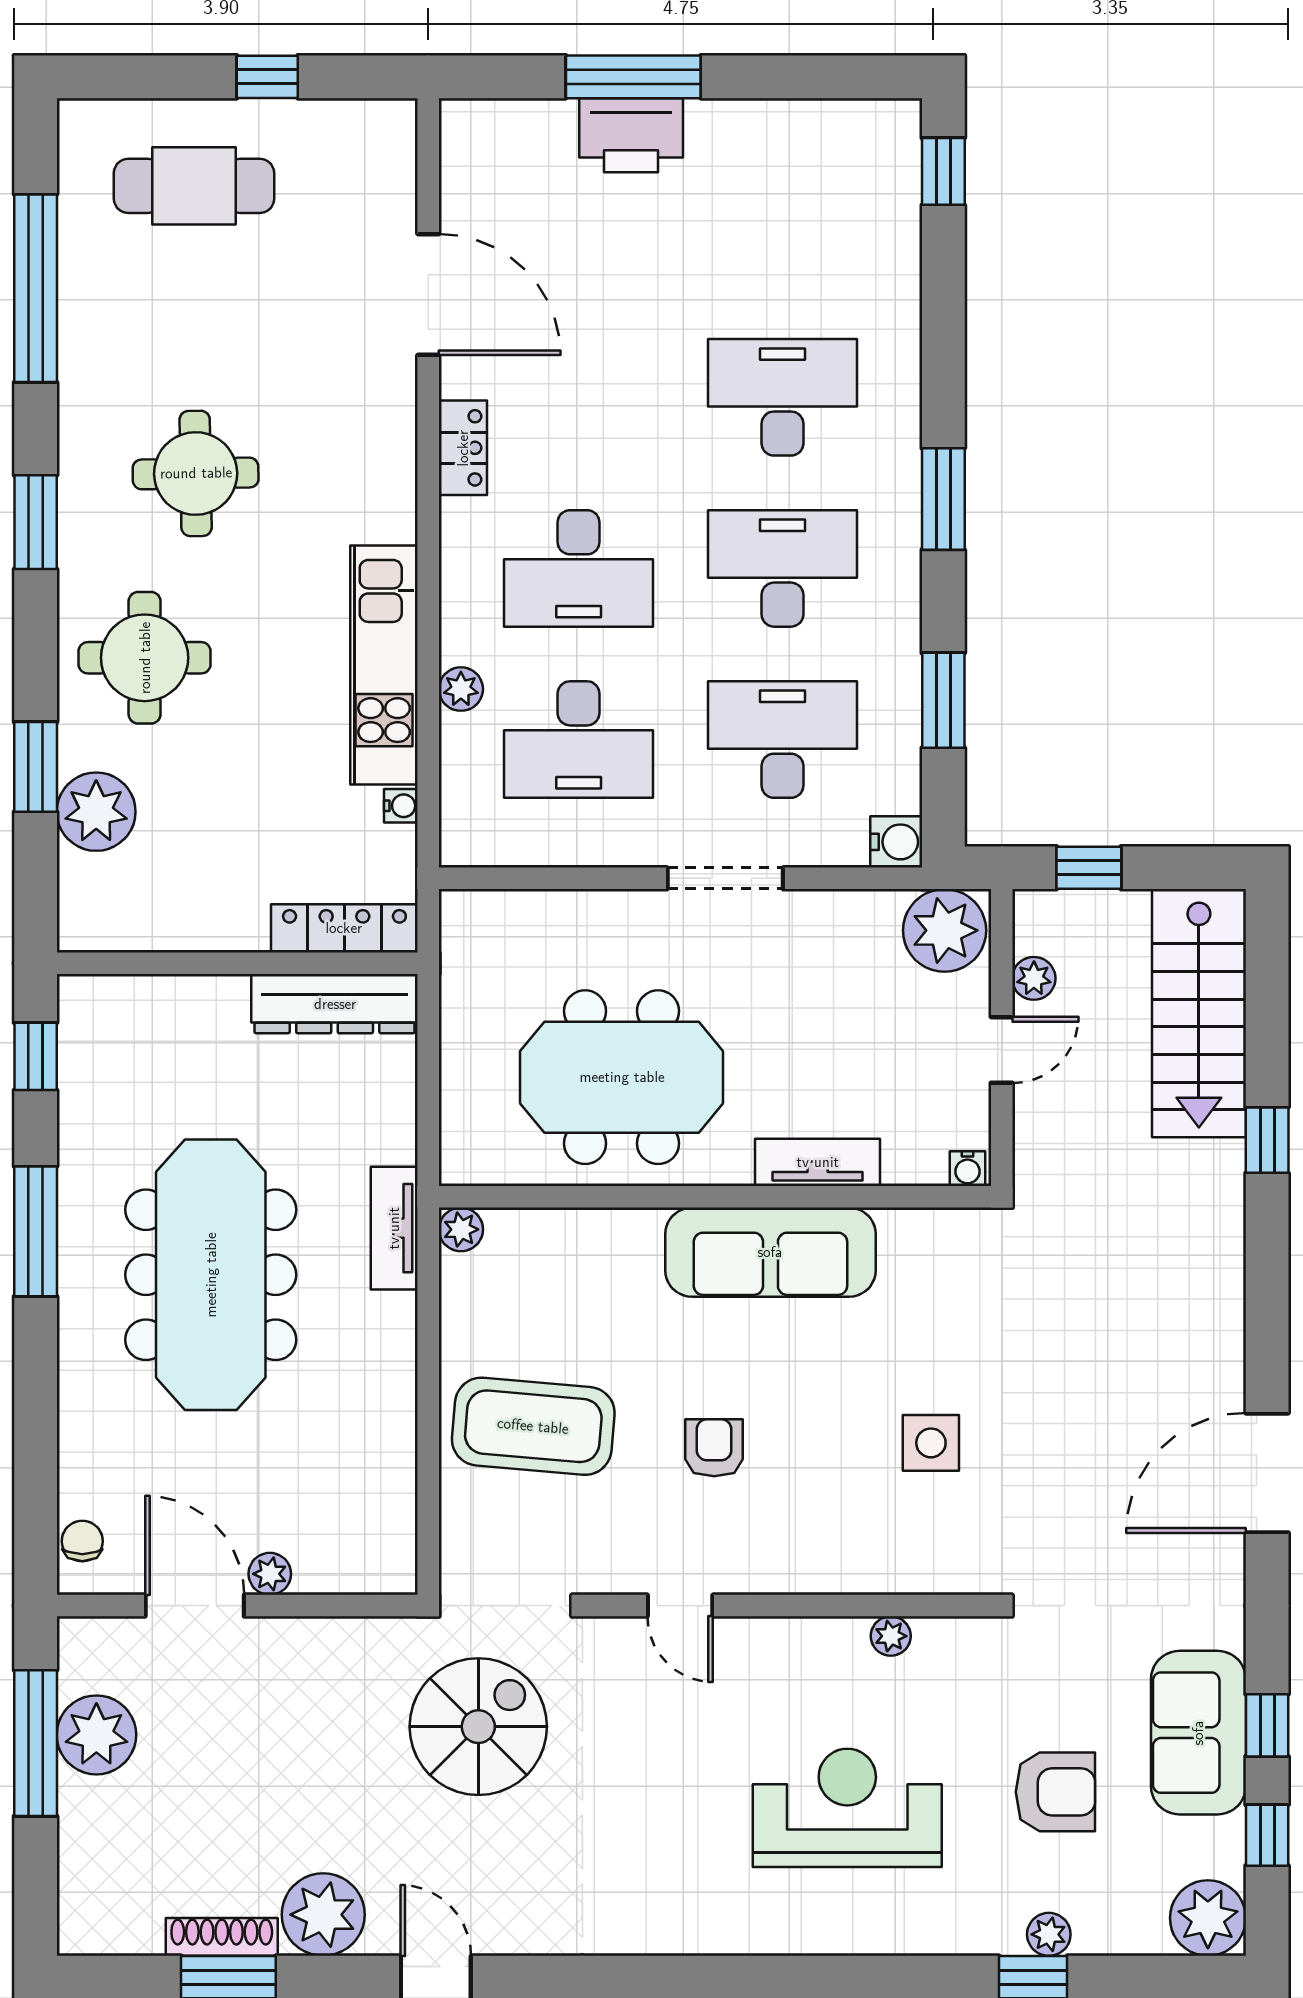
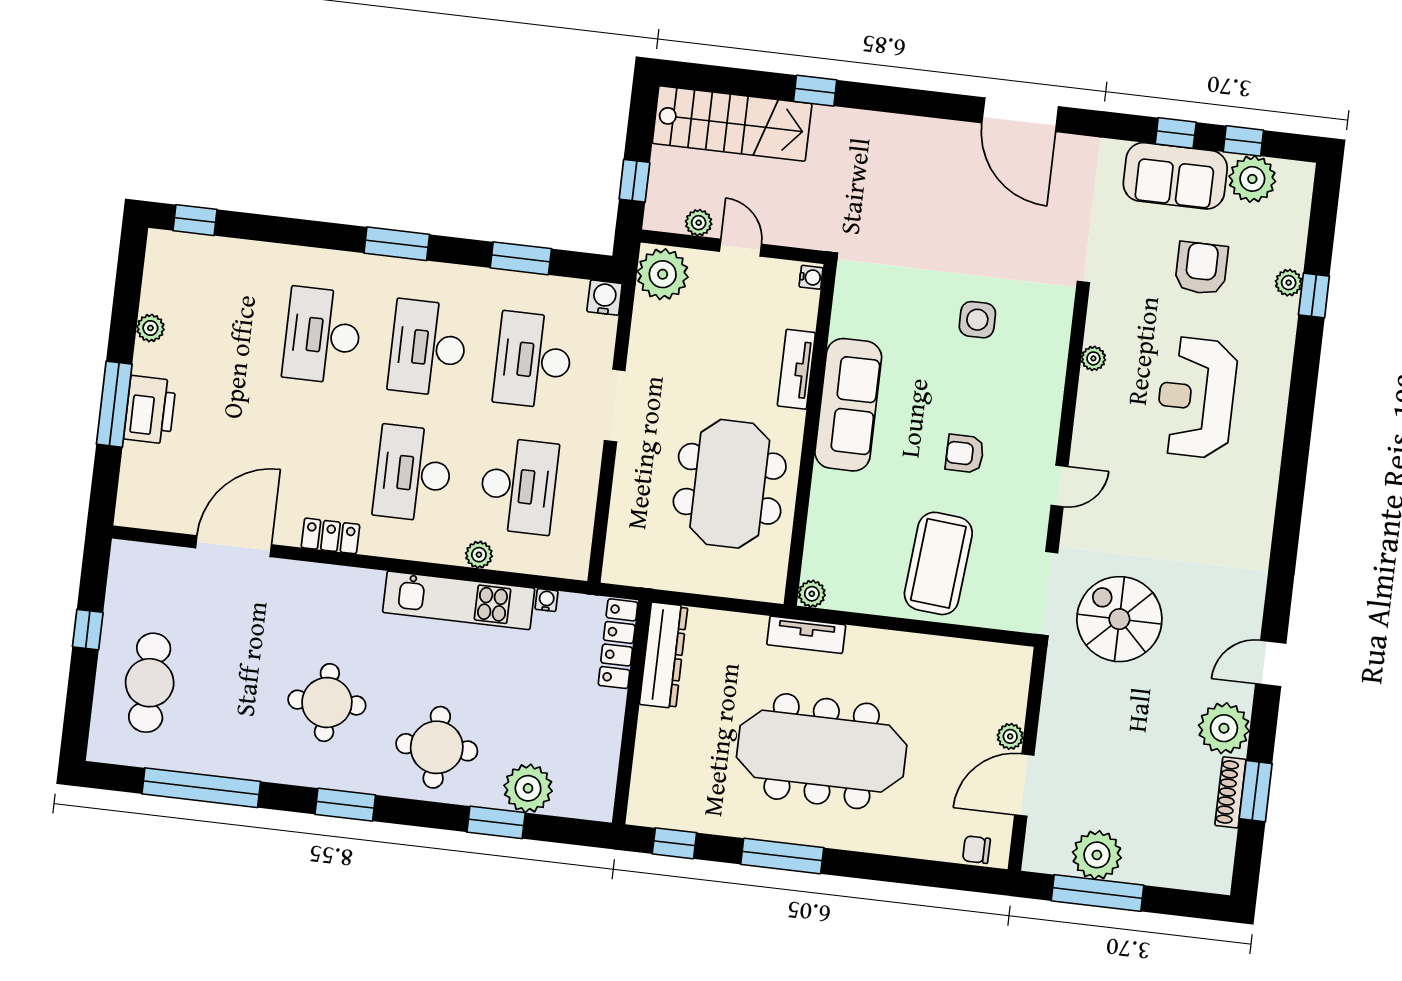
plant: (762, 120) -> (150, 328), added
desk: (579, 568) -> (413, 473), turned 180
plant: (1208, 1918) -> (1252, 179), moved

